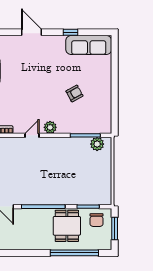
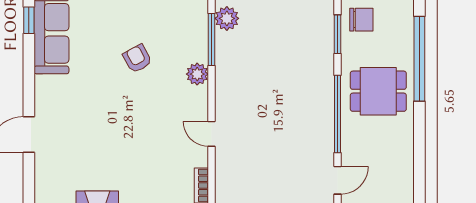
window: (71, 32) -> (29, 20), moved
plant: (50, 127) -> (197, 74), moved
dining table: (67, 226) -> (378, 91), moved

